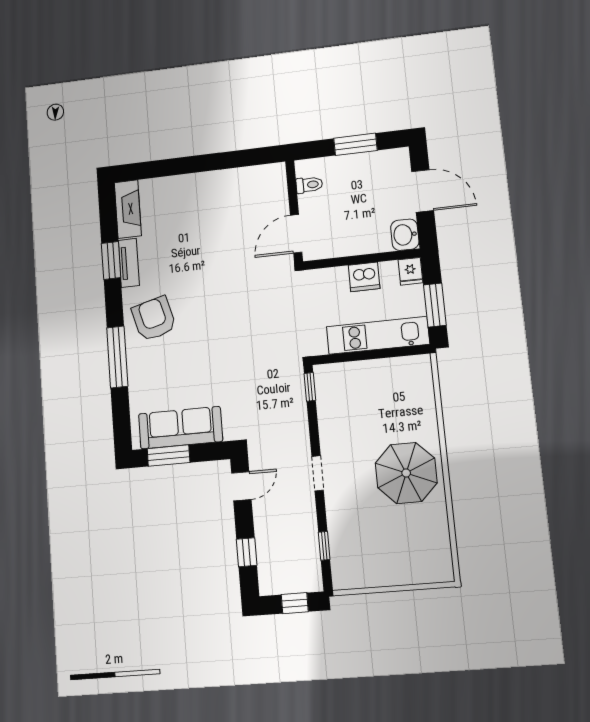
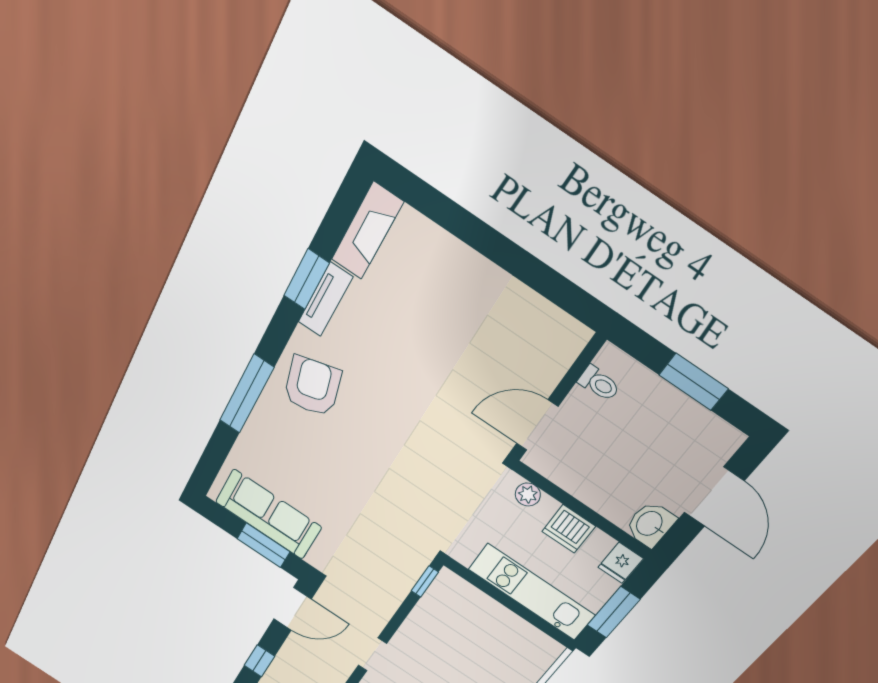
plant: (324, 277) -> (528, 495), added
window: (169, 456) -> (263, 545), moved
door: (241, 486) -> (292, 609), width x1.38

